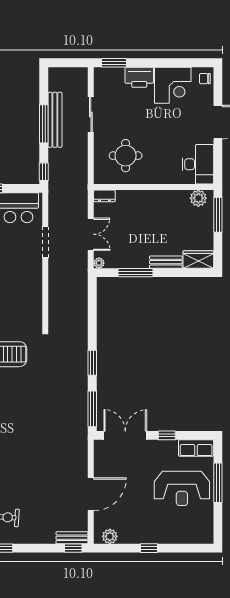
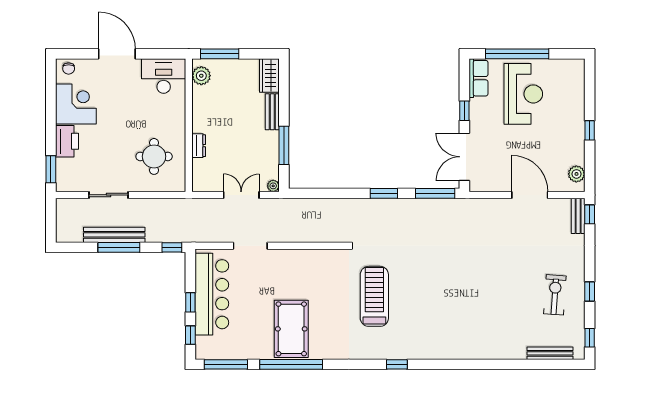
dresser: (104, 196) -> (199, 146), moved
window: (218, 483) -> (517, 54), width x1.46

